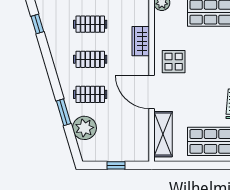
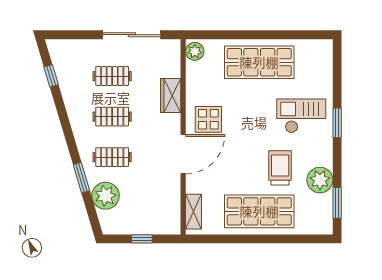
door: (152, 92) -> (183, 154), swing flipped
shelving: (163, 134) -> (194, 212), width x0.67, depth x0.75

